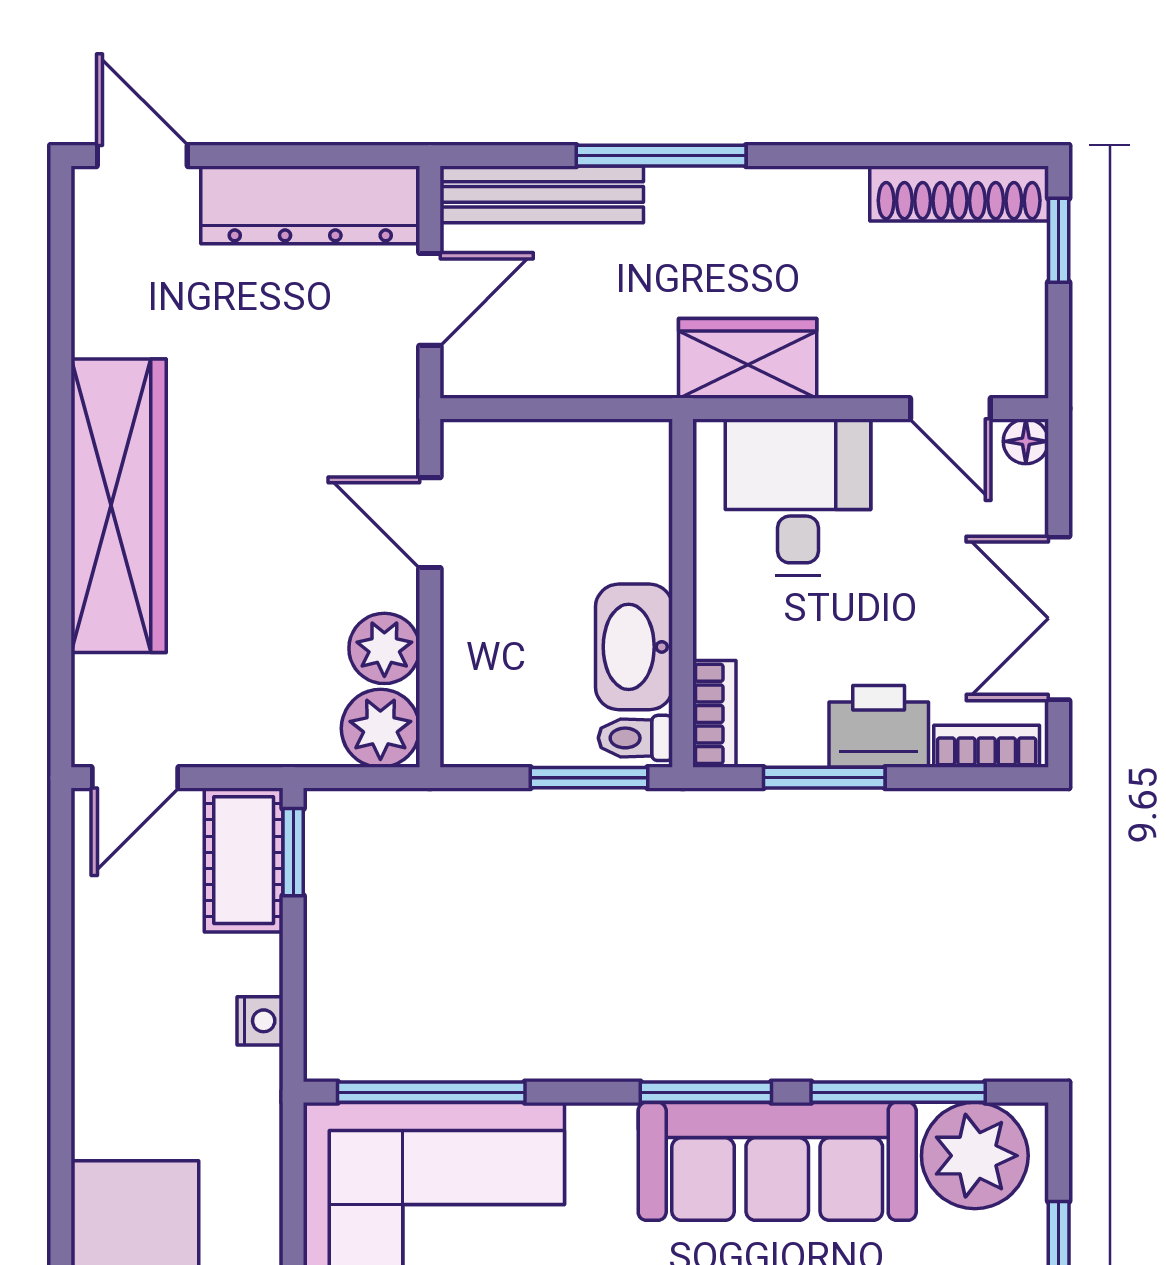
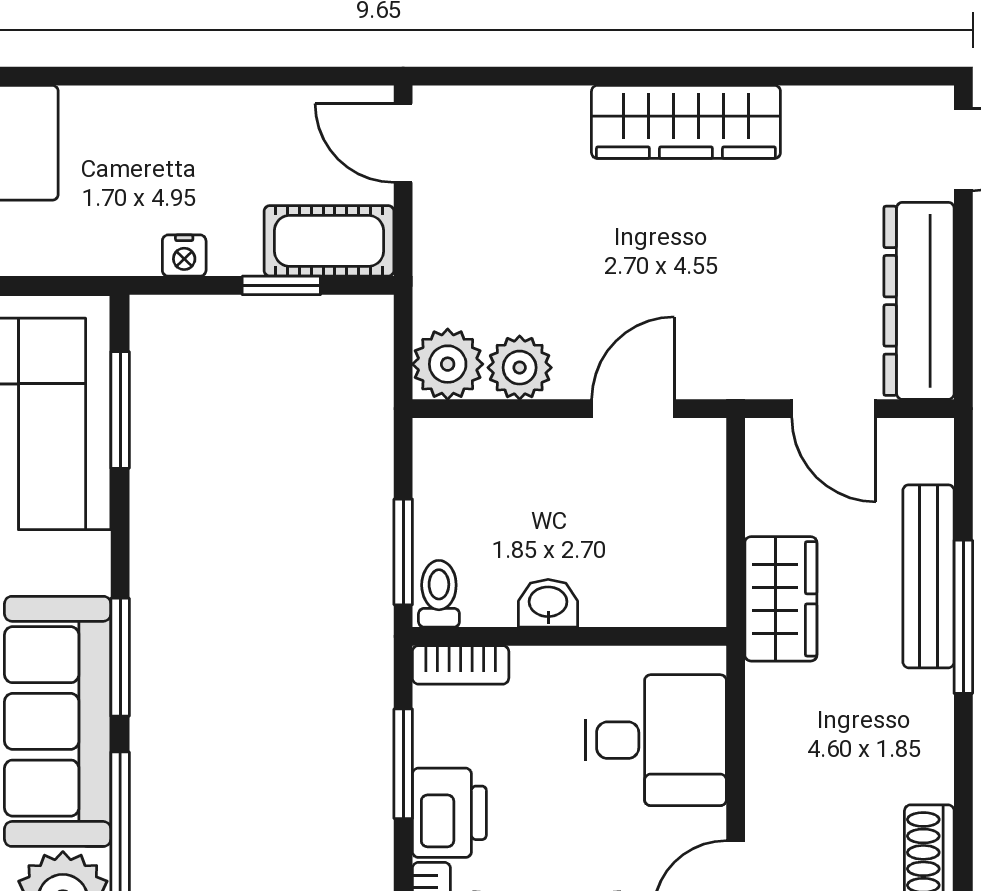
bench: (542, 194) -> (928, 576), moved
wardrobe: (748, 358) -> (781, 599), moved
wardrobe: (119, 506) -> (686, 122), width x0.71, depth x0.85
washbasin: (634, 647) -> (548, 603), width x0.52, depth x0.69
window: (293, 852) -> (281, 285), moved
window: (431, 1092) -> (120, 410), width x0.69

